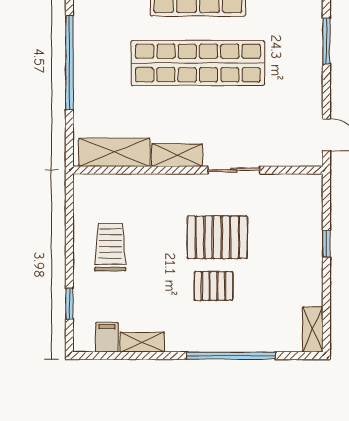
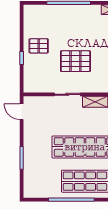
pallet: (213, 286) -> (39, 46), moved
shelving: (313, 329) -> (29, 16), removed

